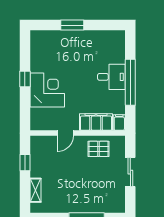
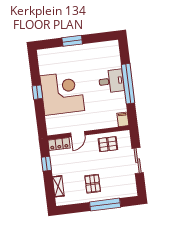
corner desk: (47, 90) -> (62, 93), width x1.36, depth x1.36
filing cabinet: (96, 122) -> (103, 121), removed
locker: (42, 142) -> (59, 144), added
pallet: (75, 192) -> (93, 184), added

